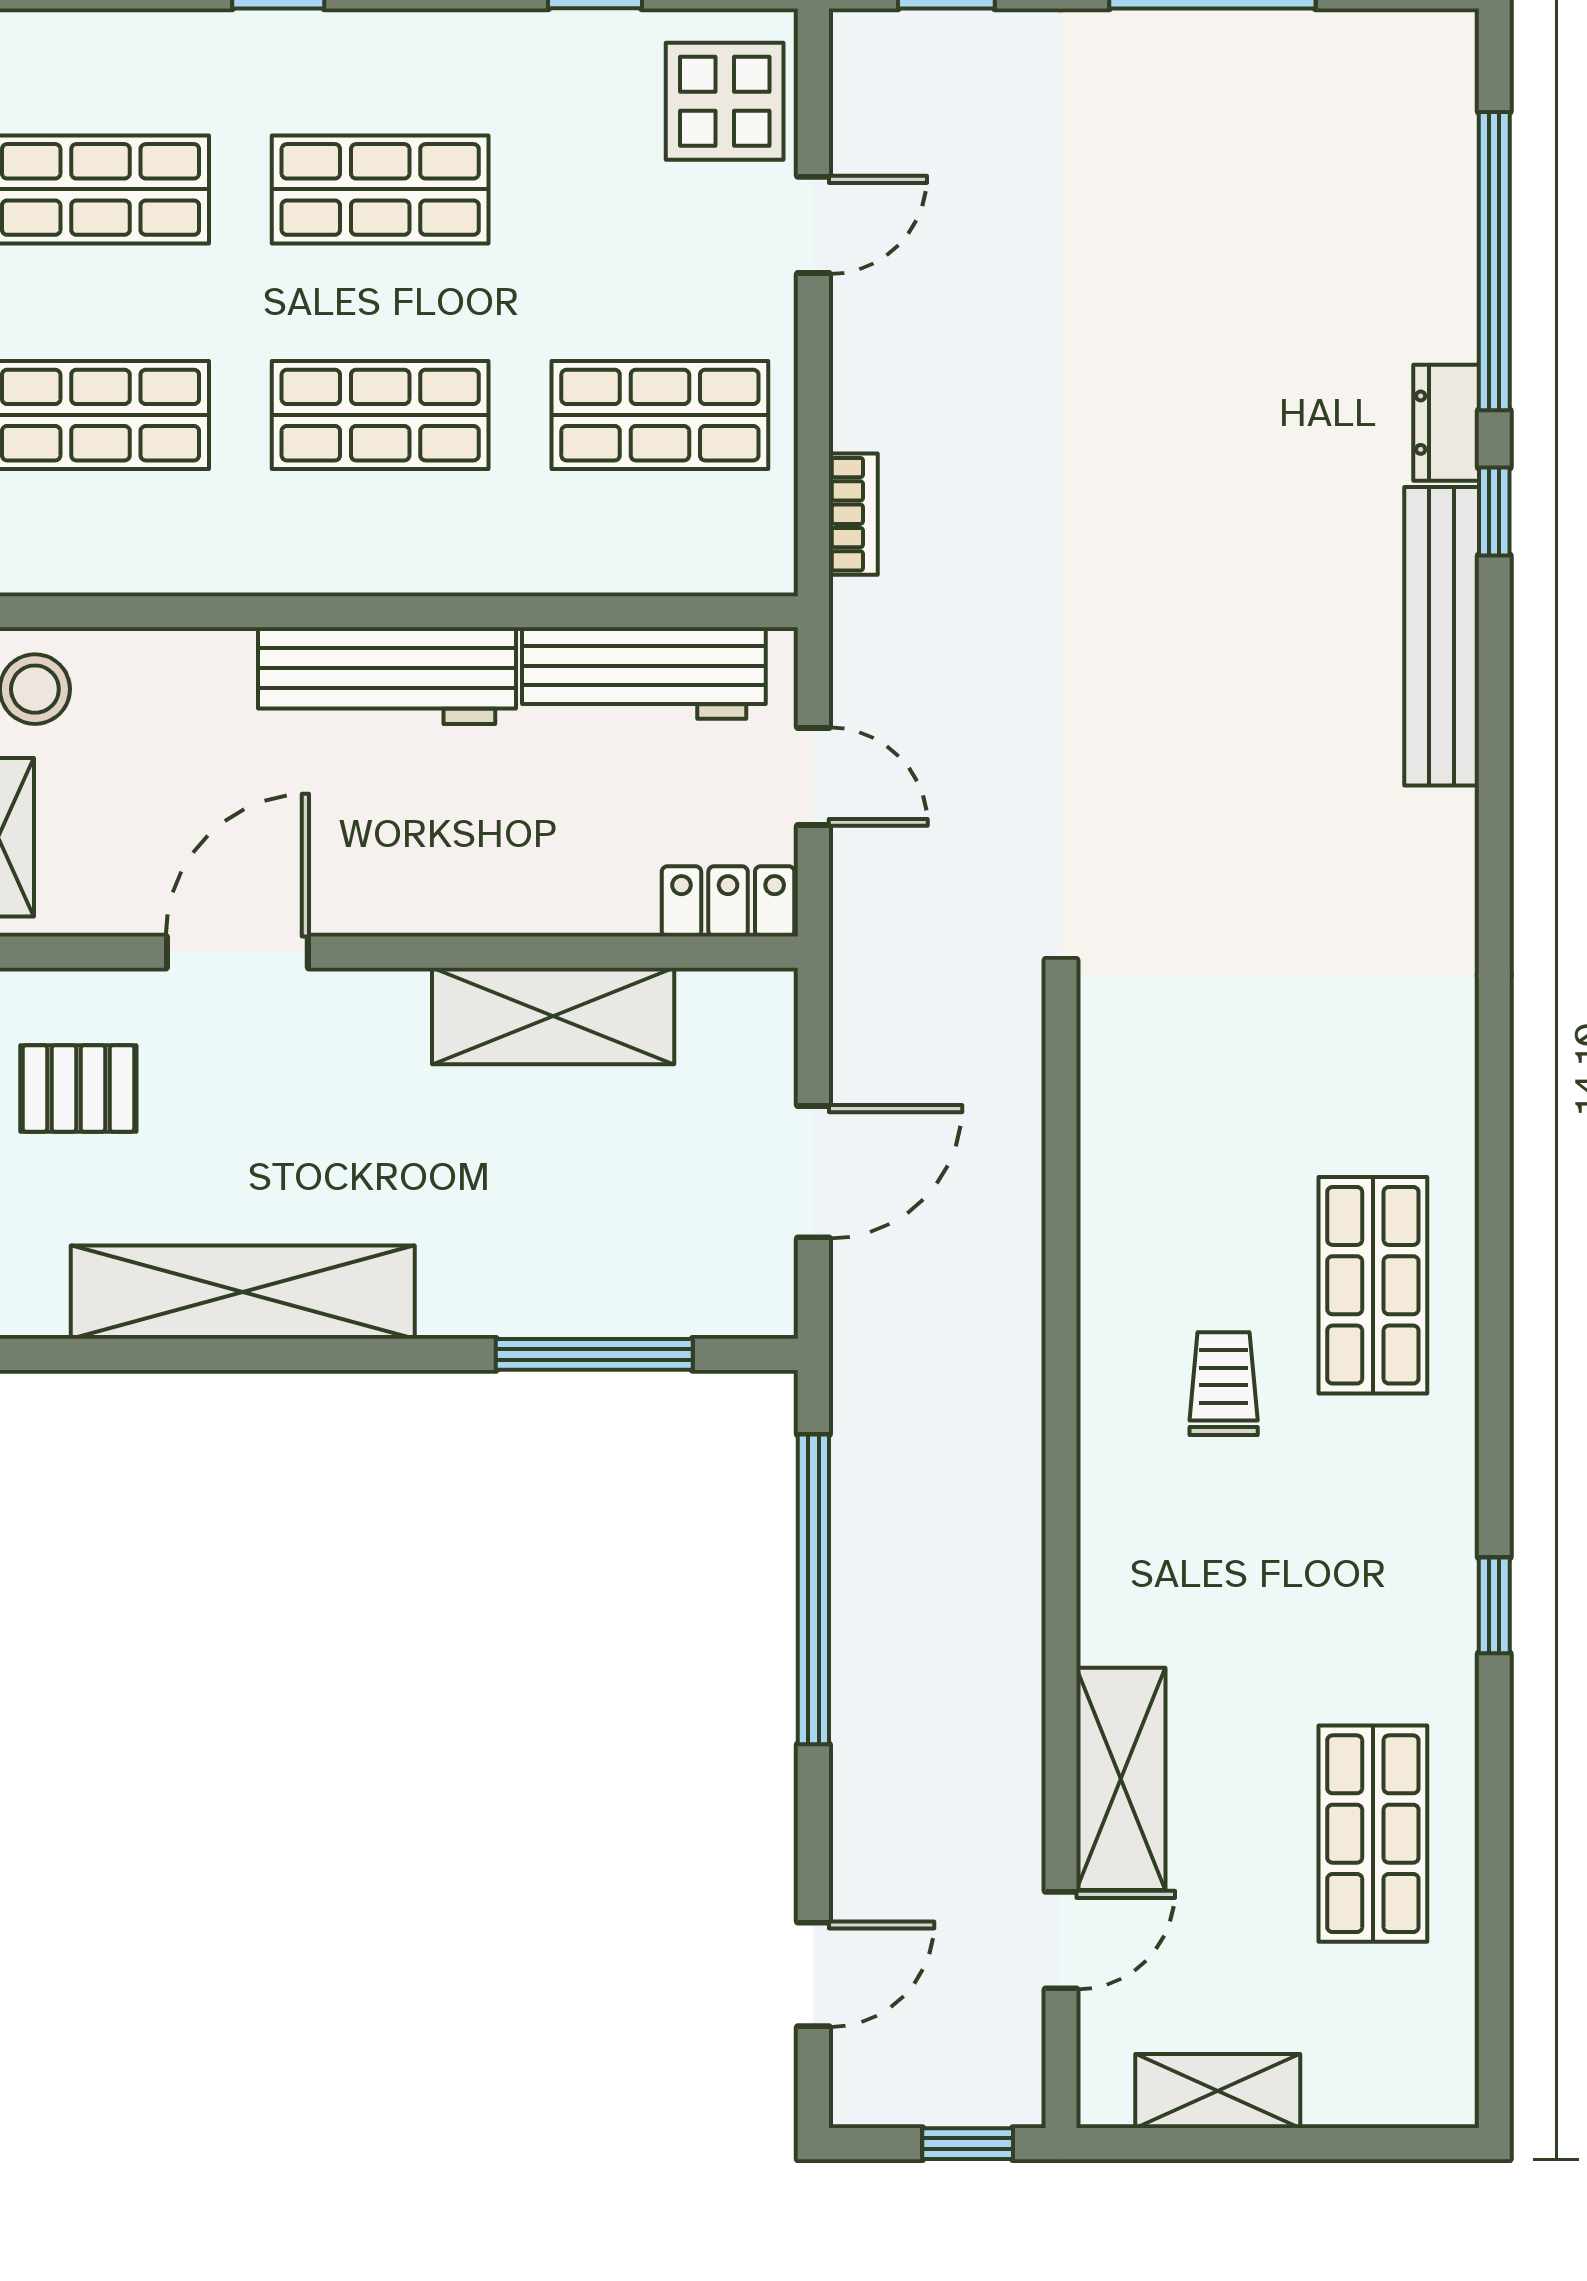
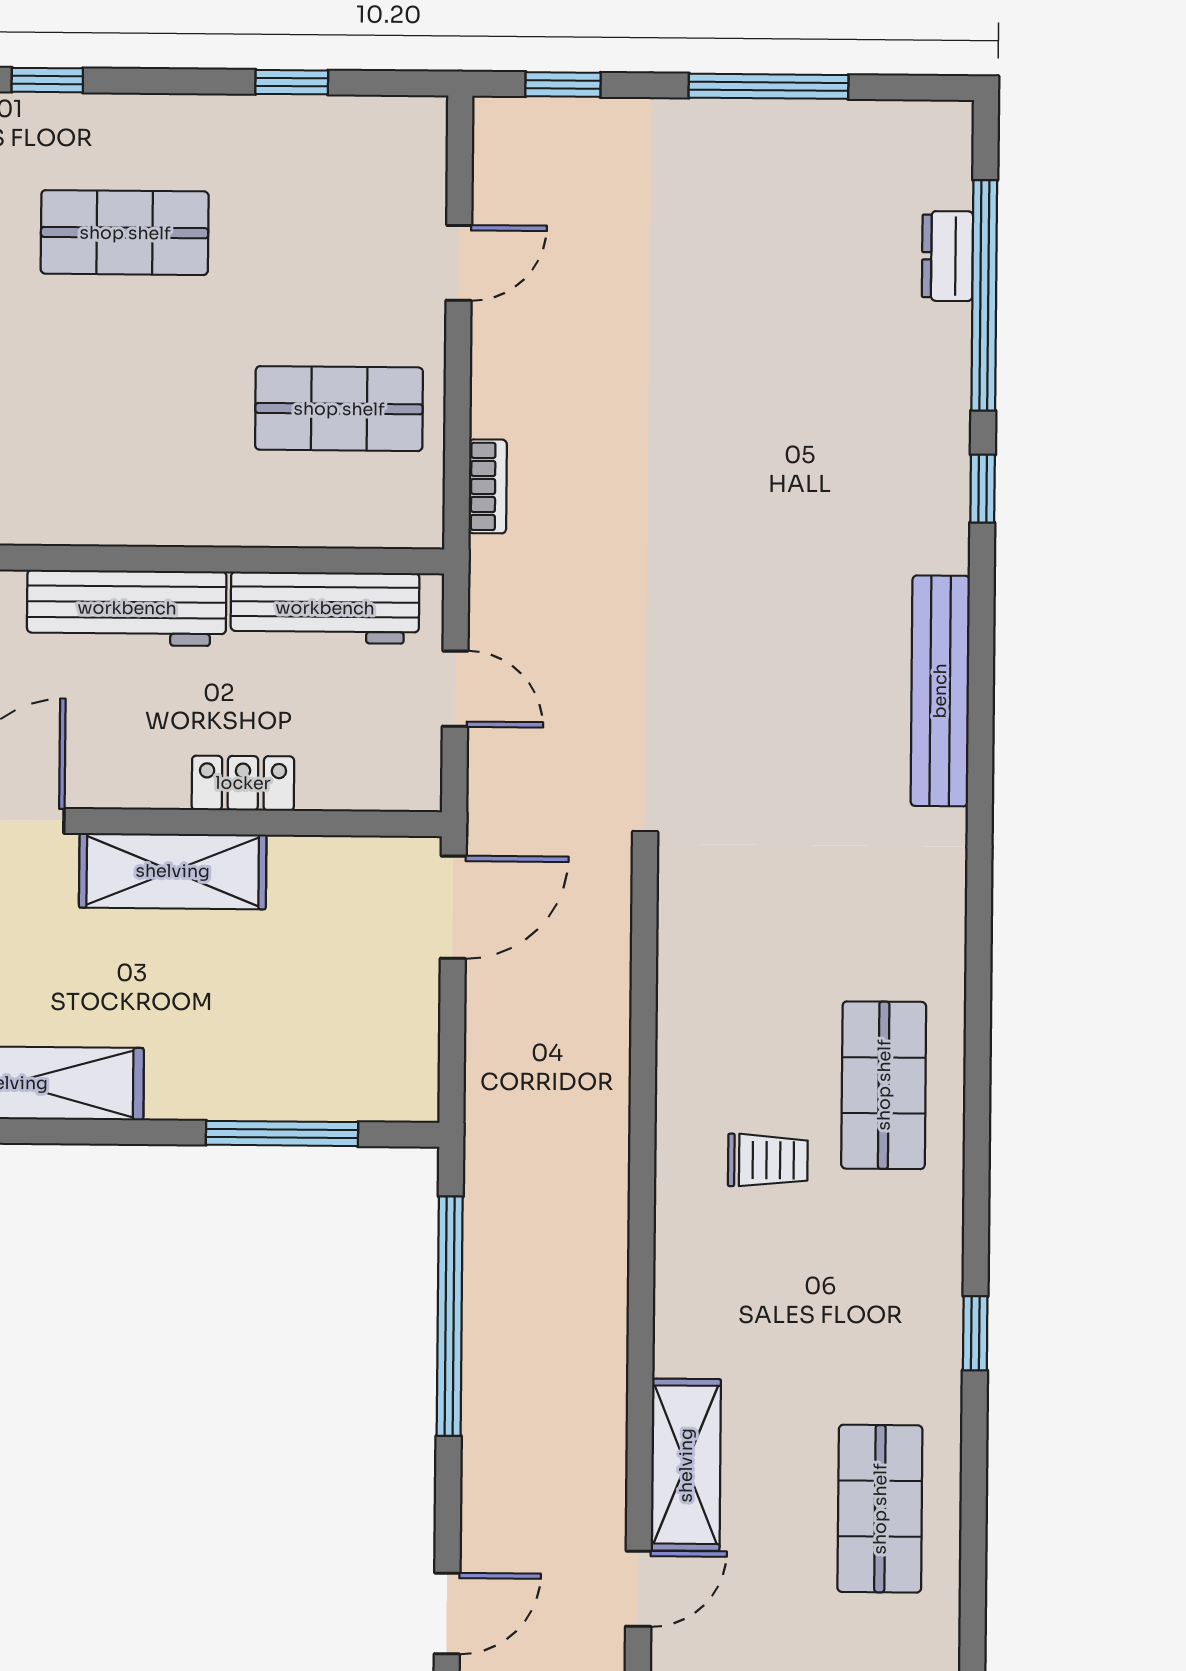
display table: (725, 101) -> (391, 167), removed
shop shelf: (380, 415) -> (123, 407), removed
dresser: (1446, 423) -> (947, 256), moved
bench: (1442, 636) -> (940, 691), moved
locker: (728, 901) -> (243, 783), moved
shelving: (553, 1016) -> (173, 871), moved
door: (813, 1172) -> (453, 907), moved
trolley: (1224, 1384) -> (768, 1160), turned 90

